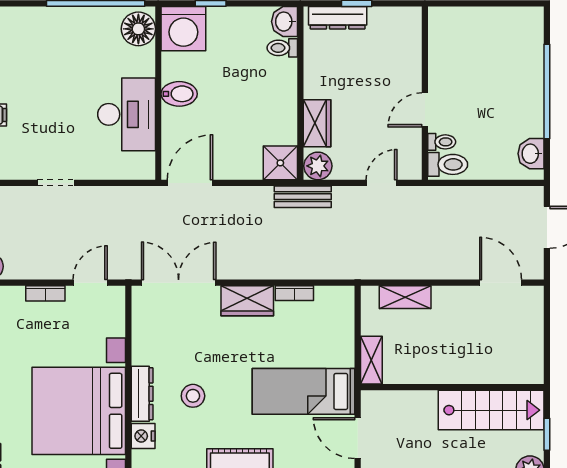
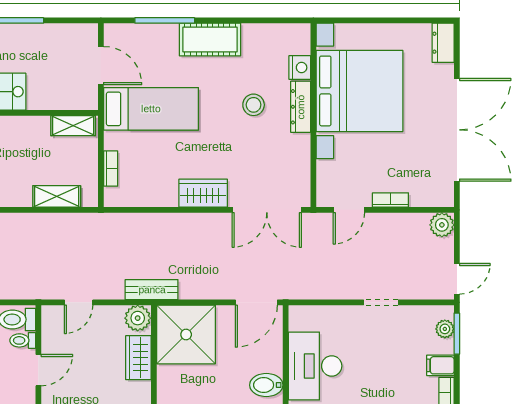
shower: (280, 163) -> (186, 335), width x1.86, depth x1.86
bookcase: (294, 293) -> (111, 169), moved, turned 90
shelving: (371, 360) -> (73, 126), moved, turned 90

